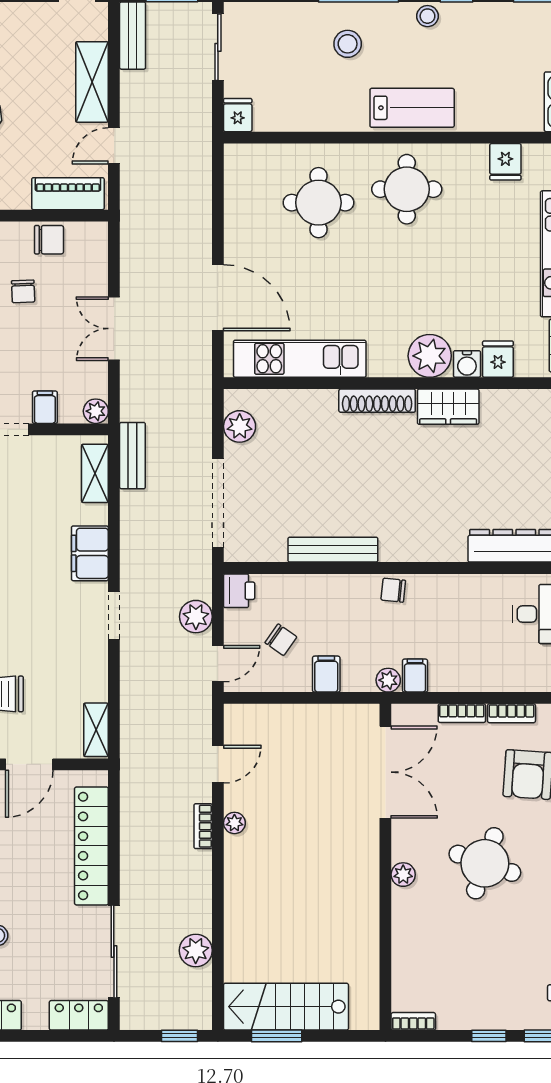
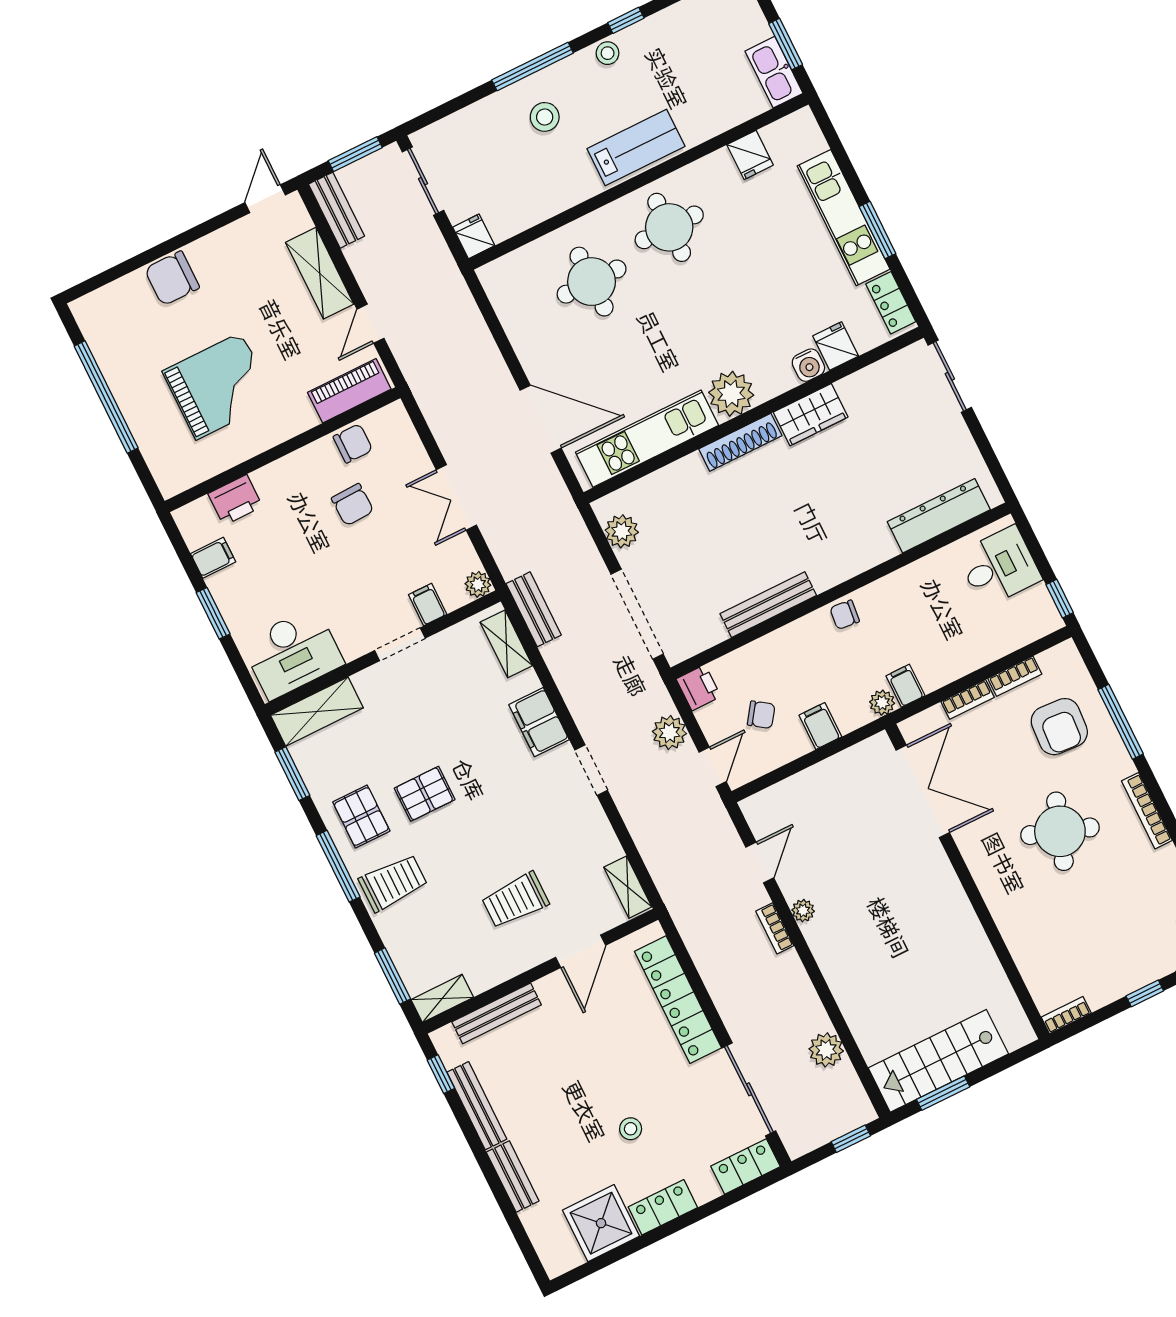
chair: (23, 291) -> (353, 505), width x1.37, depth x1.37
plant: (430, 356) -> (731, 394), moved
plant: (403, 875) -> (988, 880), removed

